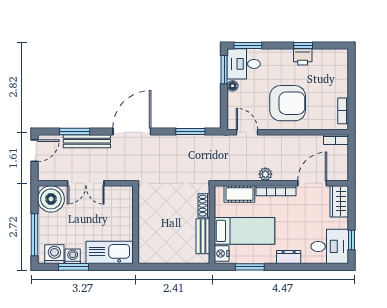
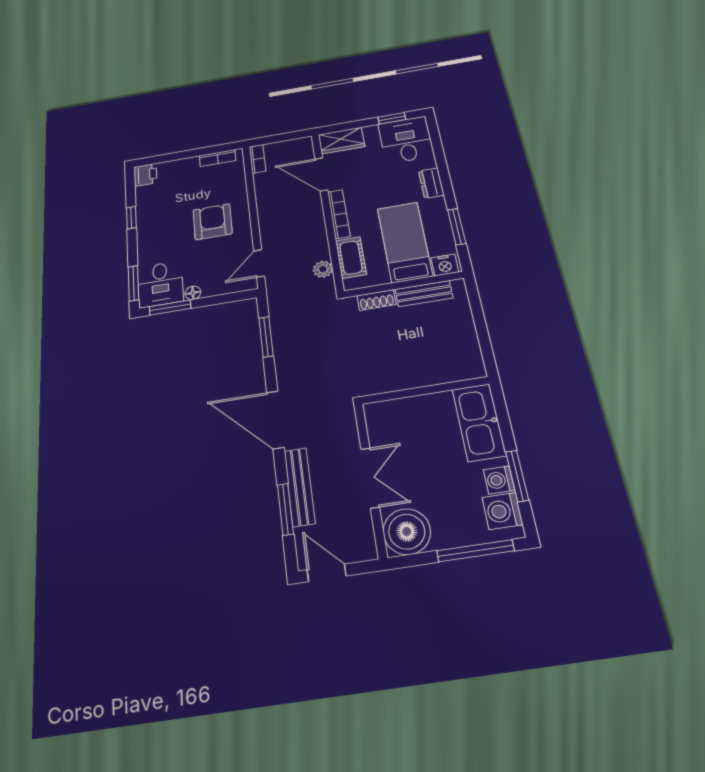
printer: (303, 57) -> (145, 175), moved
armchair: (288, 103) -> (213, 222), width x0.73, depth x0.73
plant: (265, 174) -> (323, 269), moved

